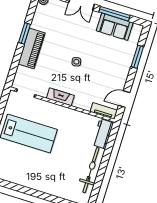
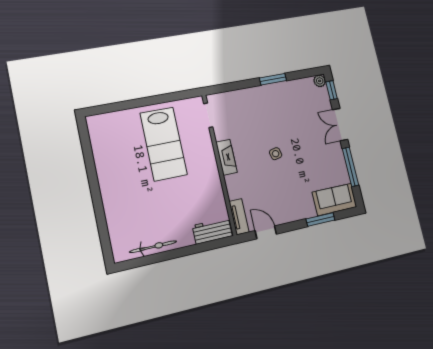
sofa: (115, 27) -> (335, 200), moved, turned 90
piano: (32, 48) -> (261, 96), removed
bicycle: (91, 170) -> (153, 247), width x0.73, depth x0.71

